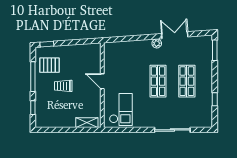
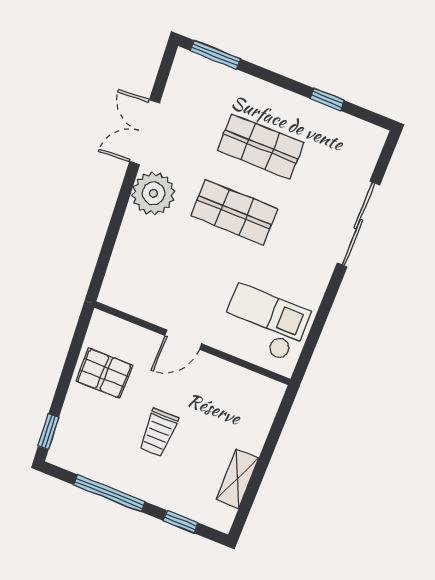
plant: (157, 43) -> (153, 193), width x1.88, depth x1.88
pallet: (49, 65) -> (104, 373), moved, turned 90
shelving: (87, 123) -> (237, 479), moved

